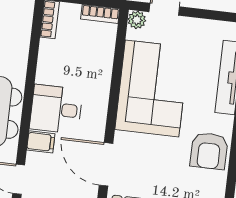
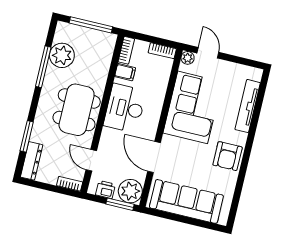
desk: (56, 109) -> (125, 108), width x1.37
filing cabinet: (41, 142) -> (125, 72), moved

